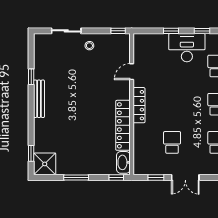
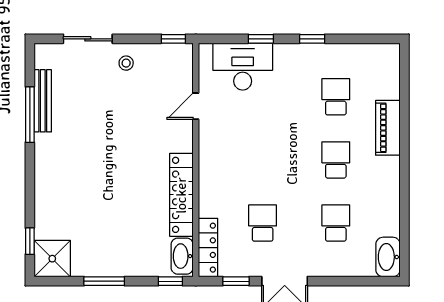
desk: (187, 48) -> (243, 67), moved
window: (31, 77) -> (30, 115), width x2.17
bench: (39, 99) -> (43, 101), moved
locker: (139, 105) -> (208, 248), moved

